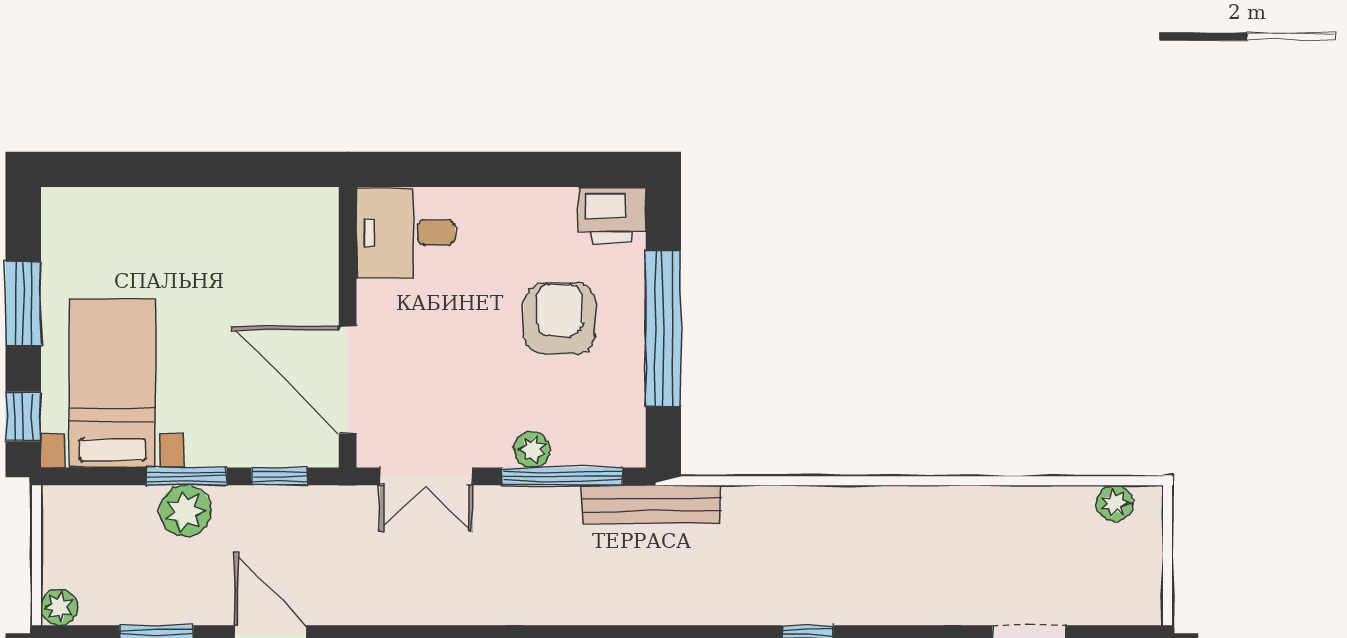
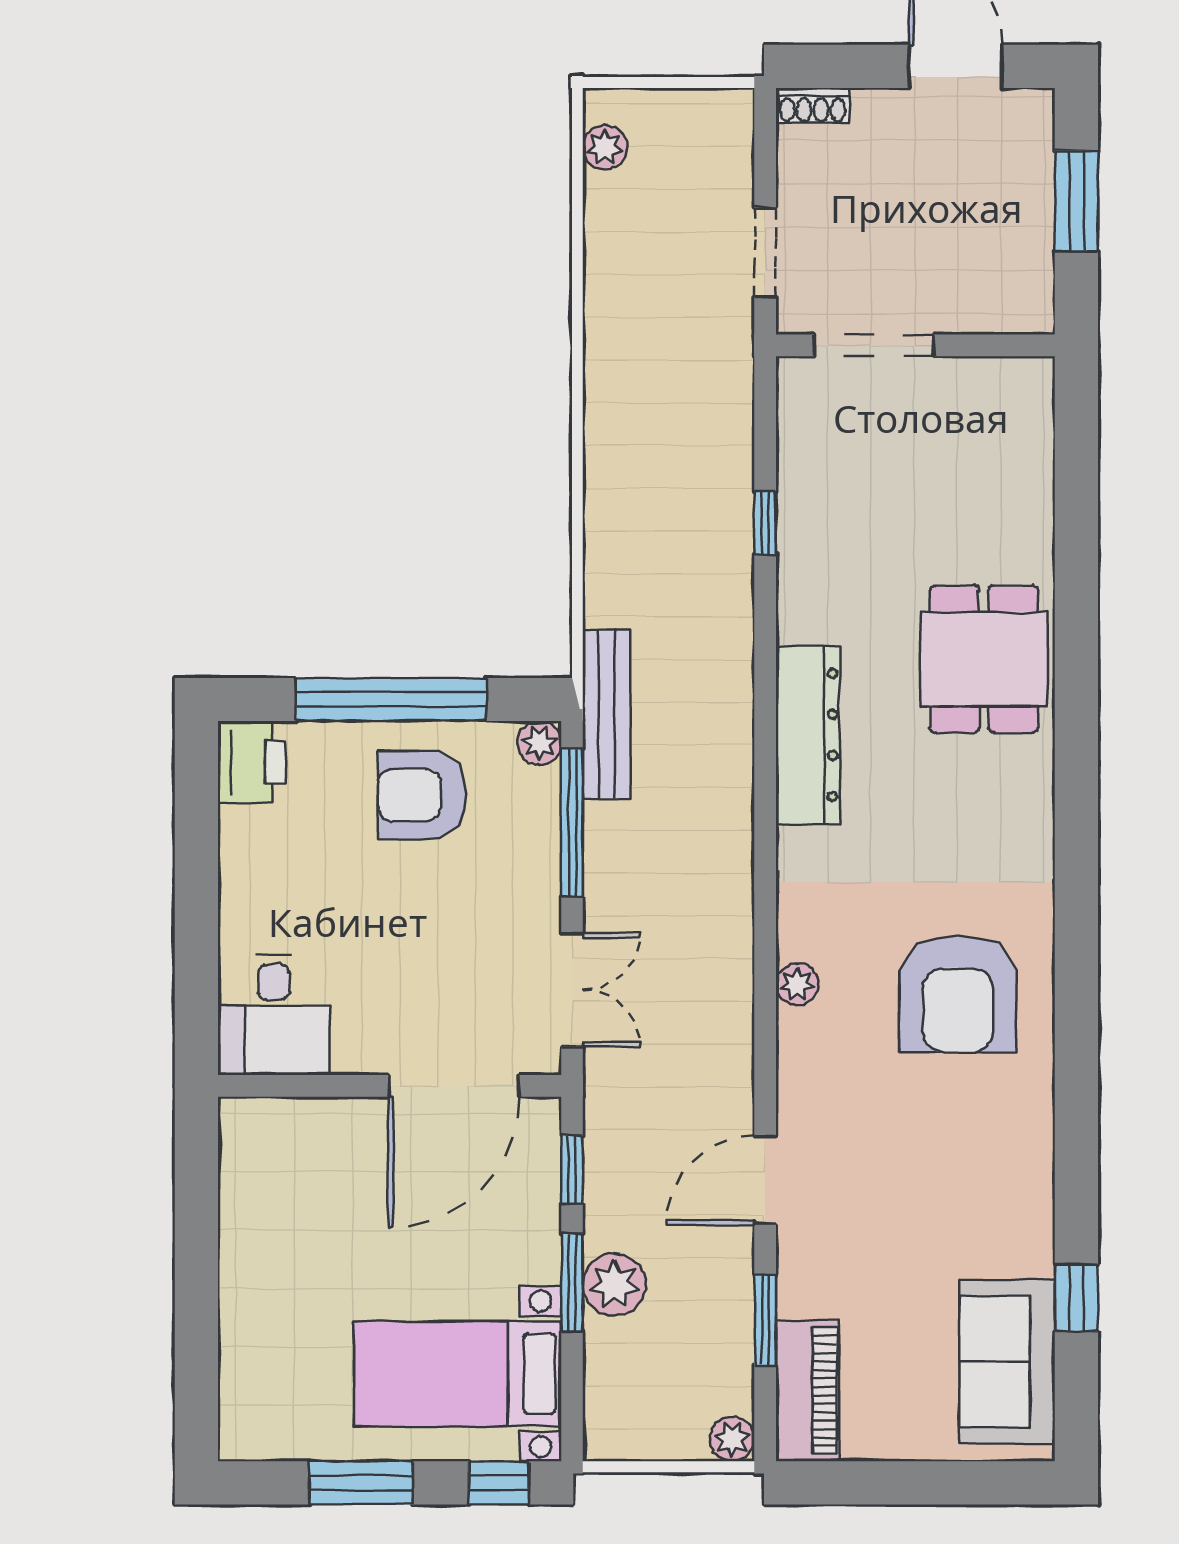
armchair: (560, 319) -> (422, 795), moved
plant: (532, 450) -> (539, 743), moved

